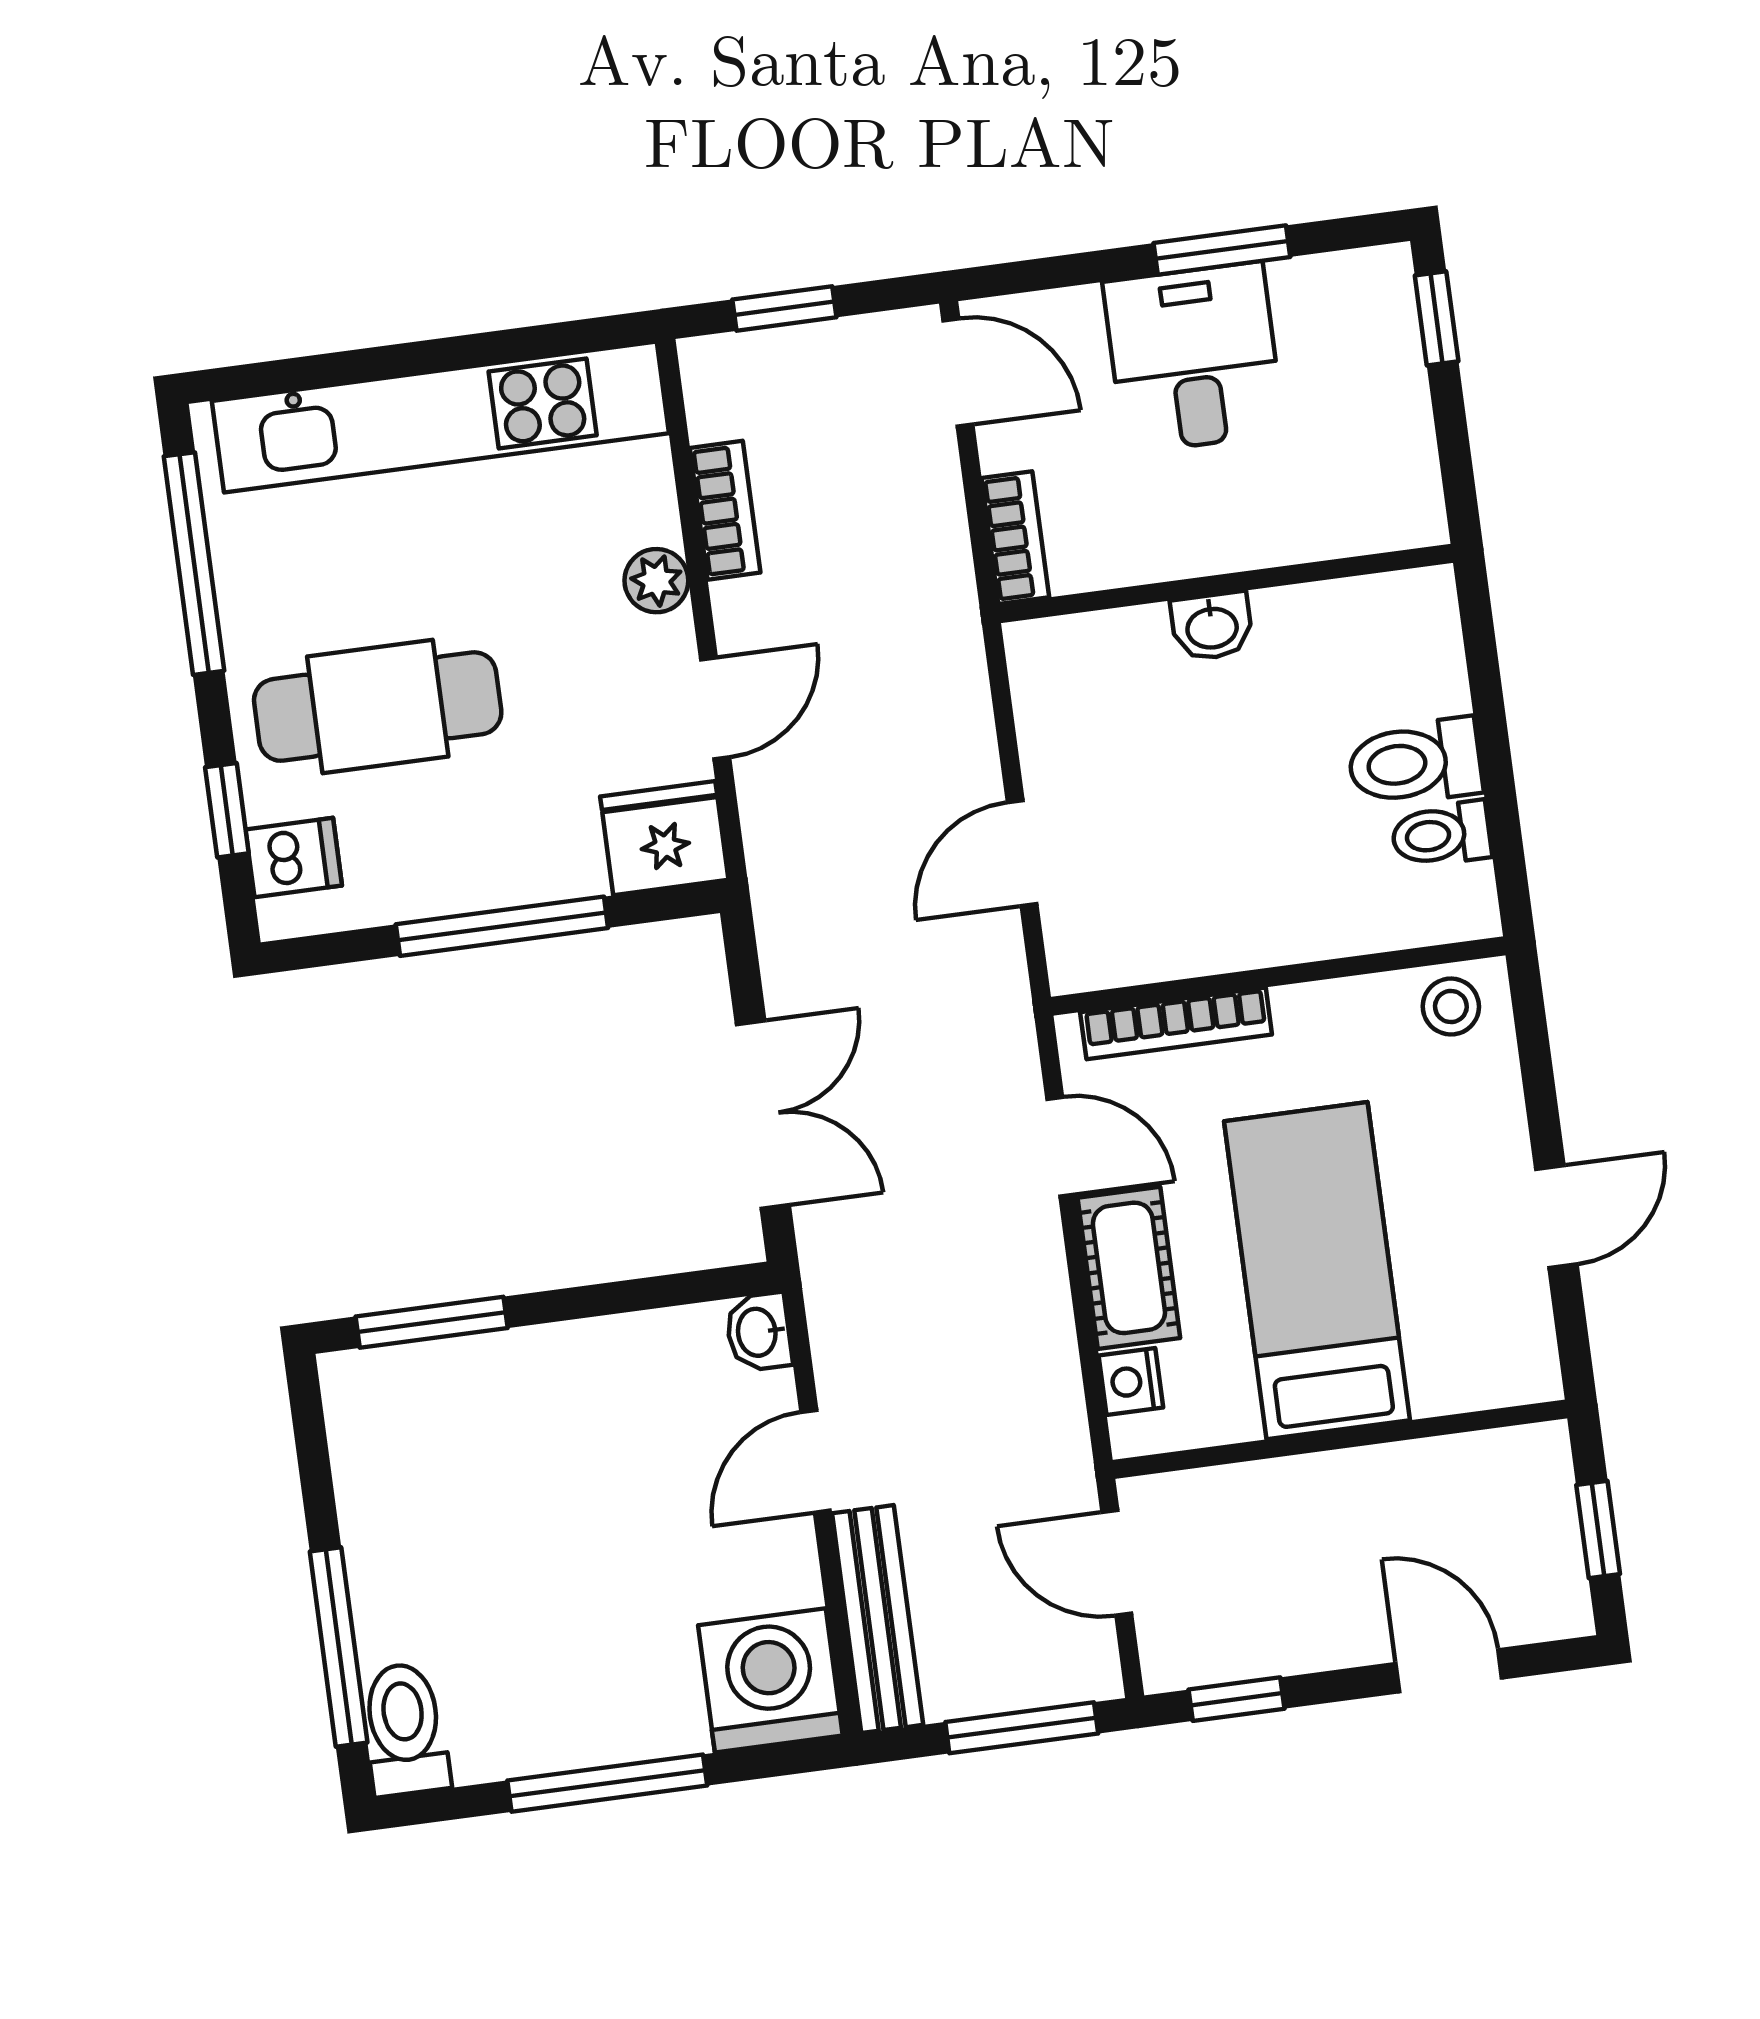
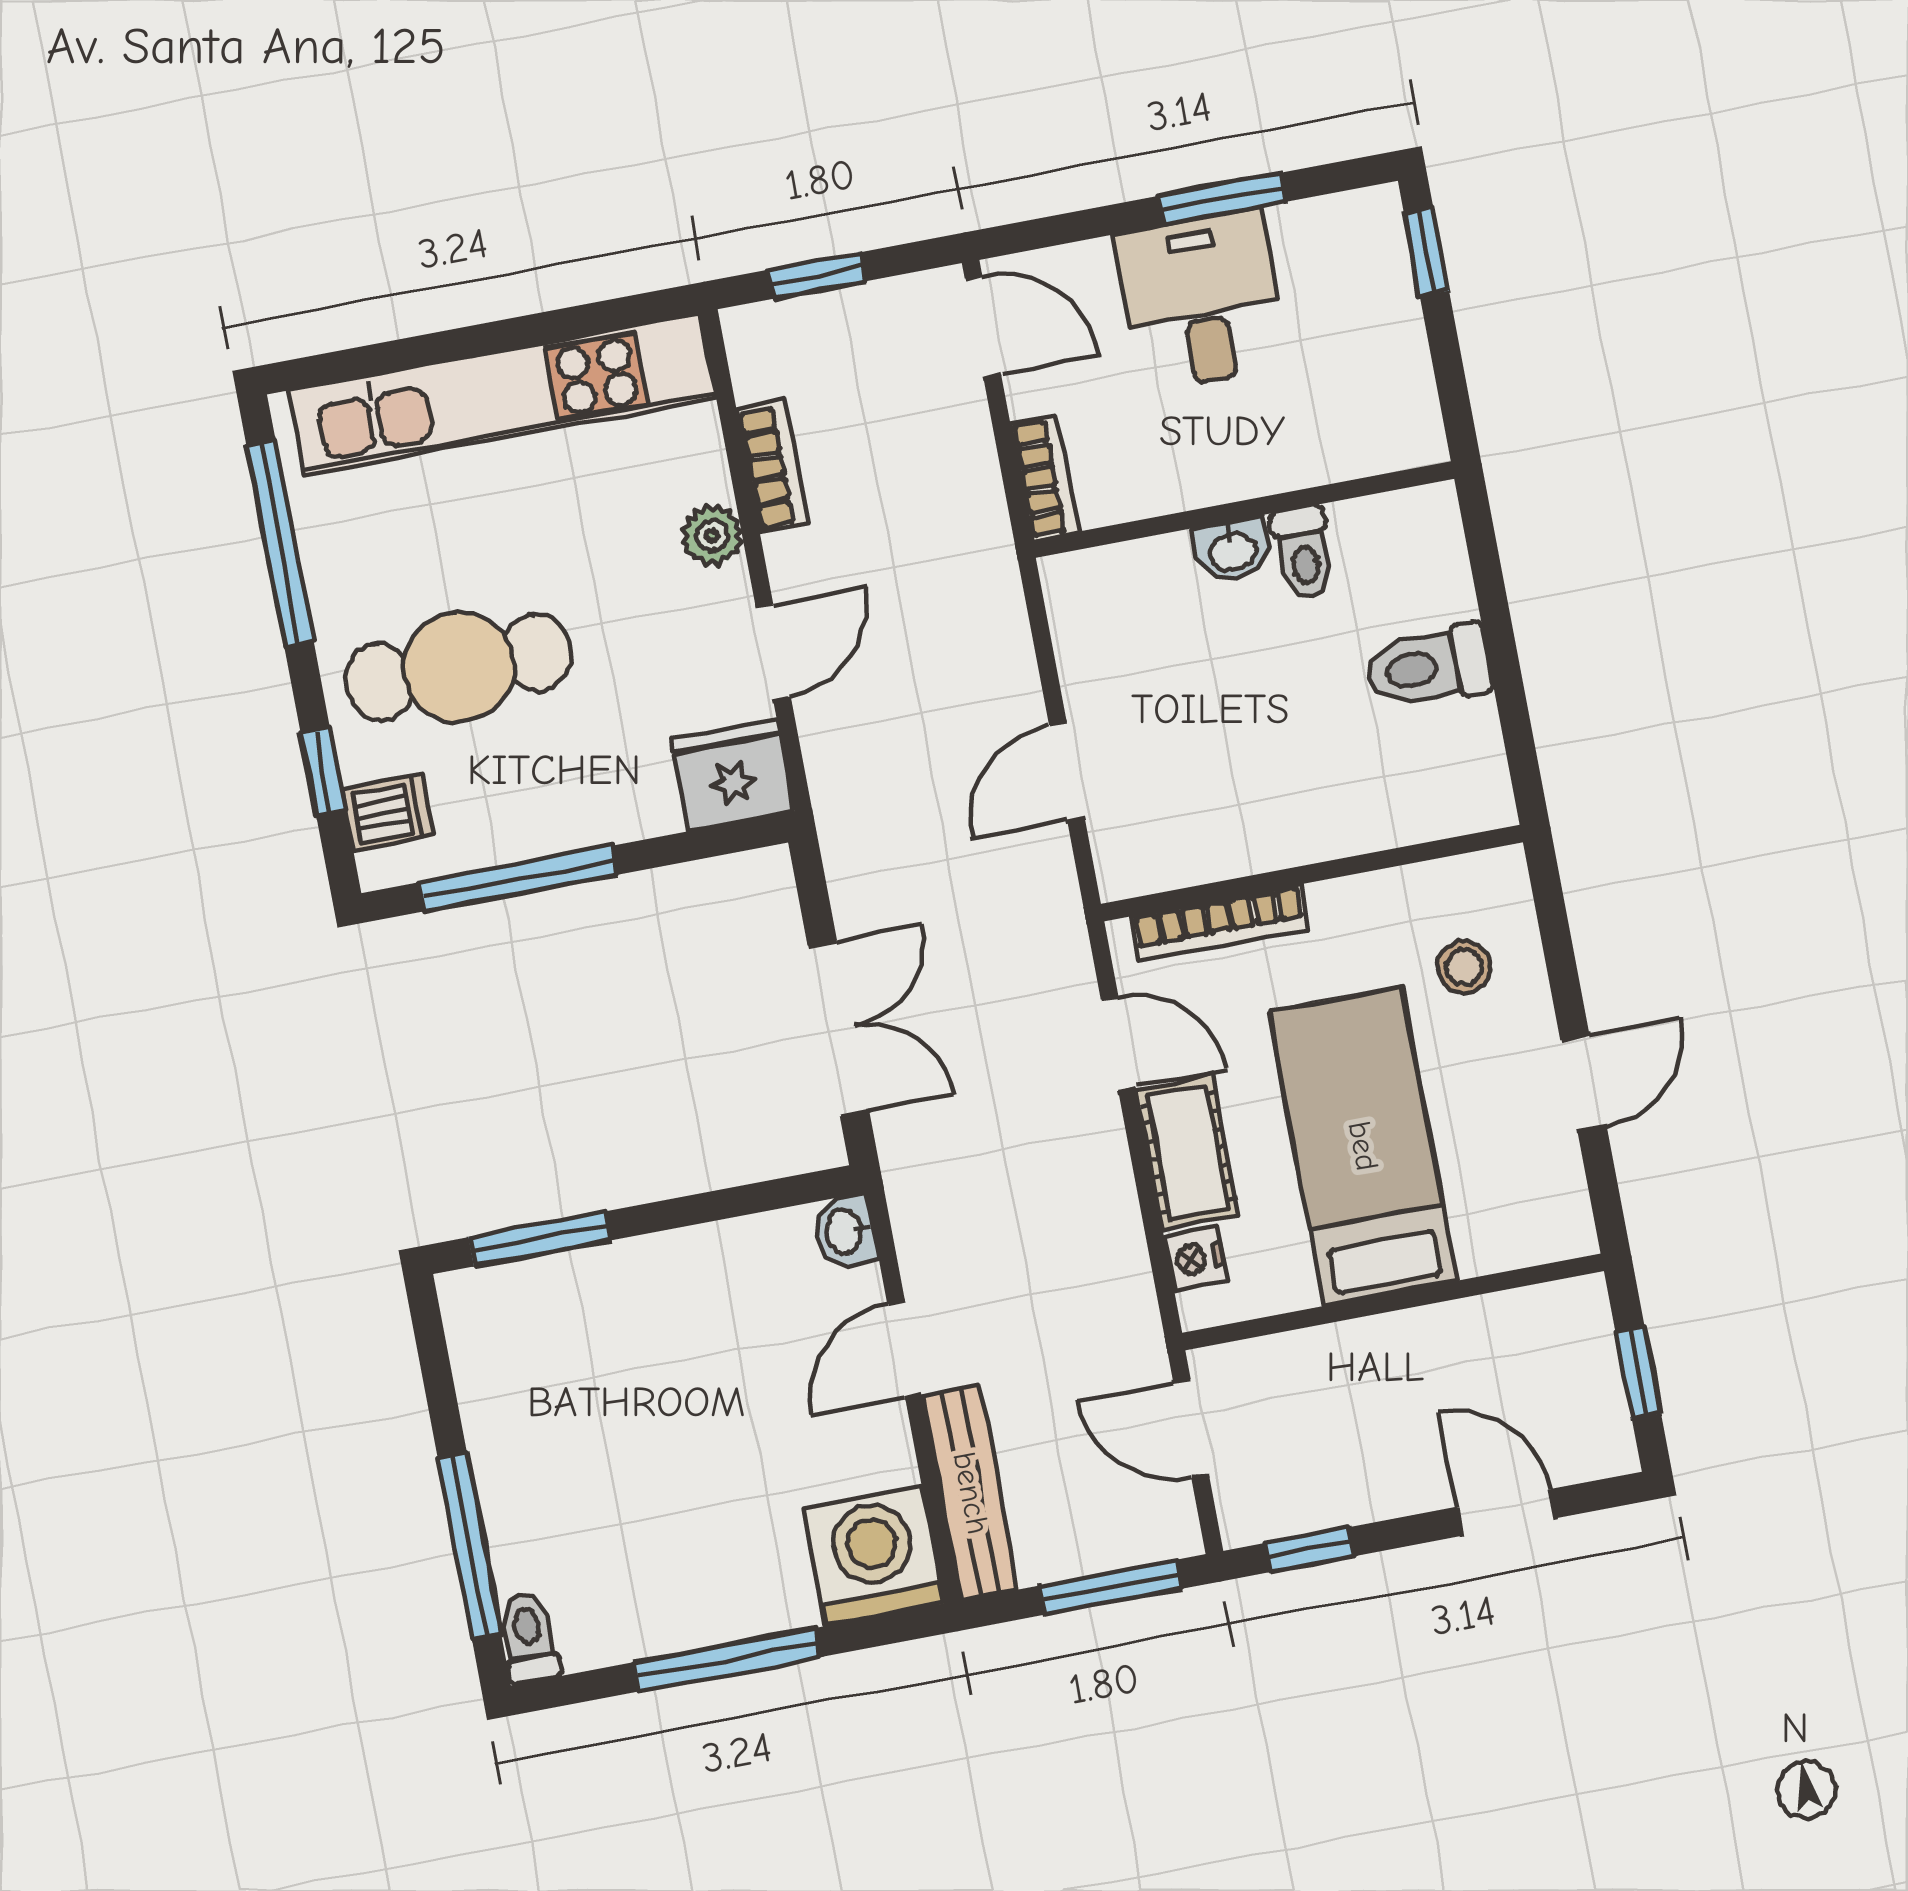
toilet: (1441, 834) -> (1303, 553), moved, turned -90
window: (502, 926) -> (518, 879), moved
stool: (1451, 1007) -> (1464, 967), moved
toilet: (405, 1729) -> (529, 1638), width x0.73, depth x0.72

